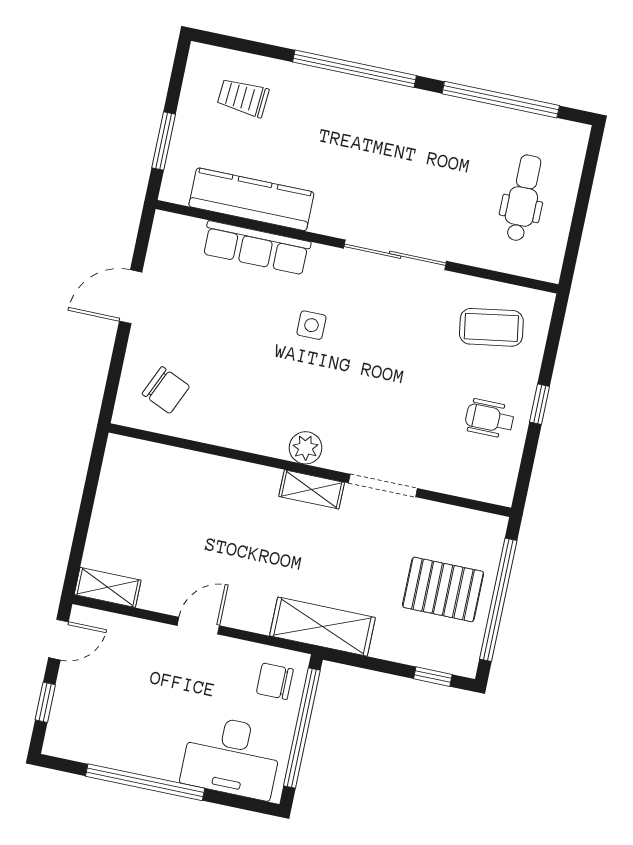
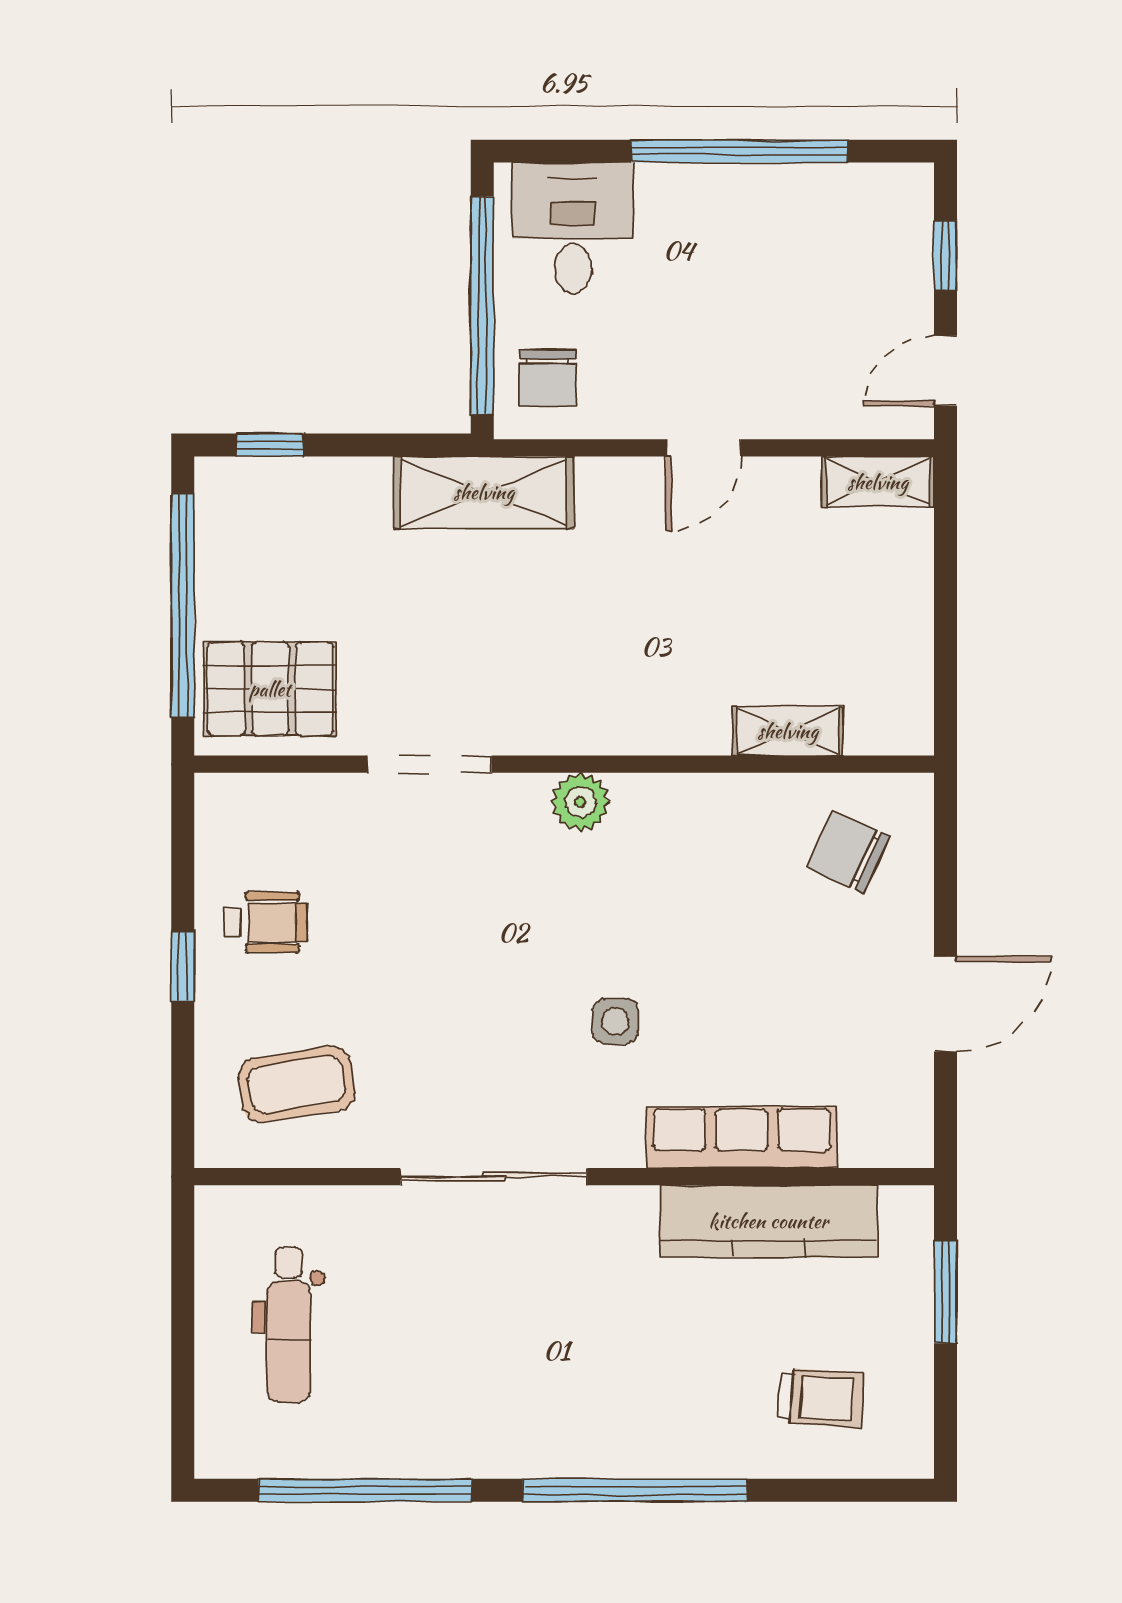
shelving: (312, 489) -> (788, 731), moved
pallet: (443, 589) -> (270, 689), moved
chair: (275, 681) -> (548, 378), turned 90
desk: (232, 757) -> (573, 228), width x0.73

